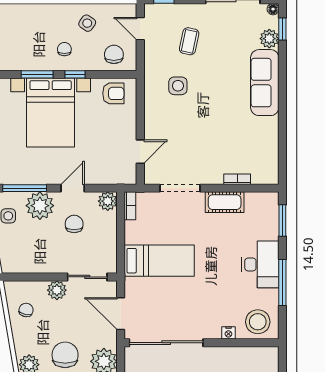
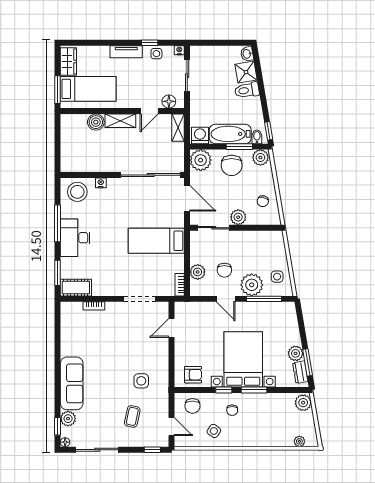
armchair: (113, 93) -> (193, 375), turned 180
door: (73, 188) -> (226, 299), hinge flipped
plant: (108, 201) -> (198, 272), moved
cot: (225, 202) -> (76, 288), moved

